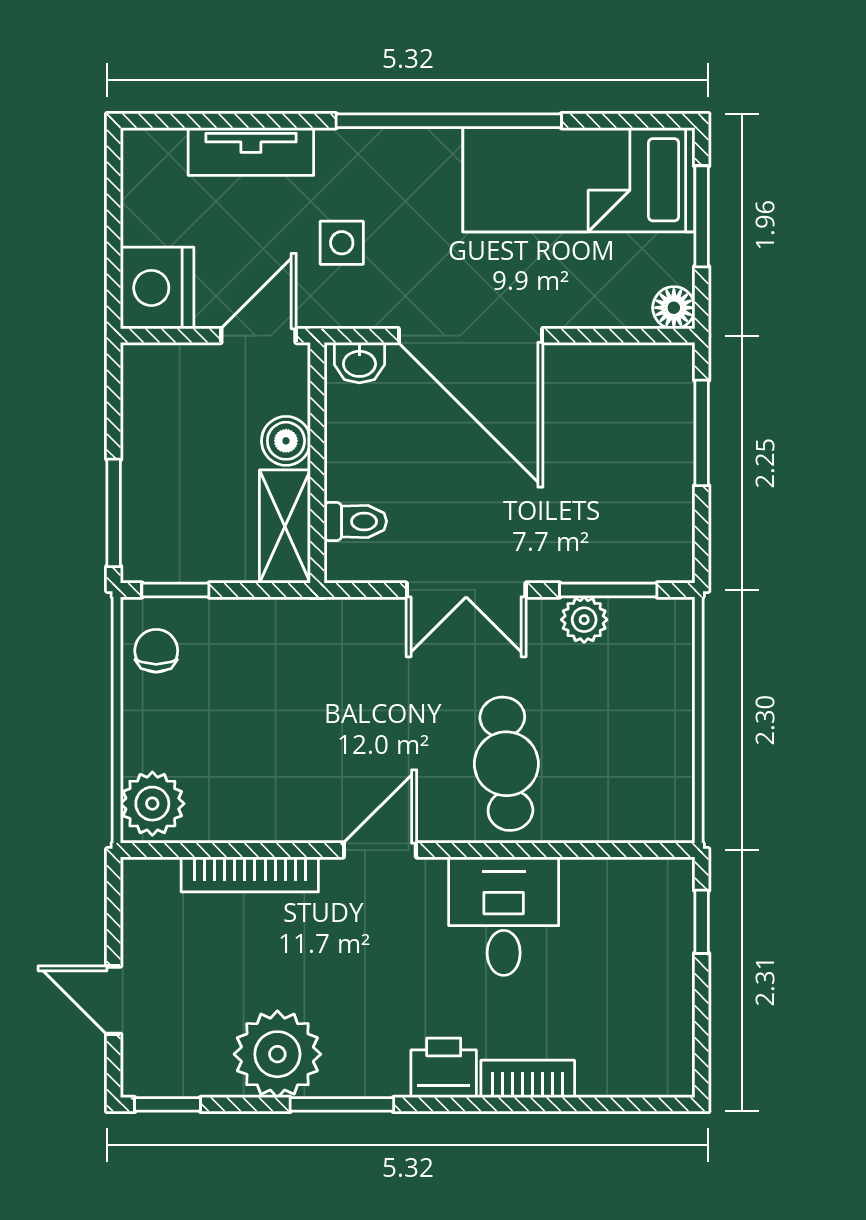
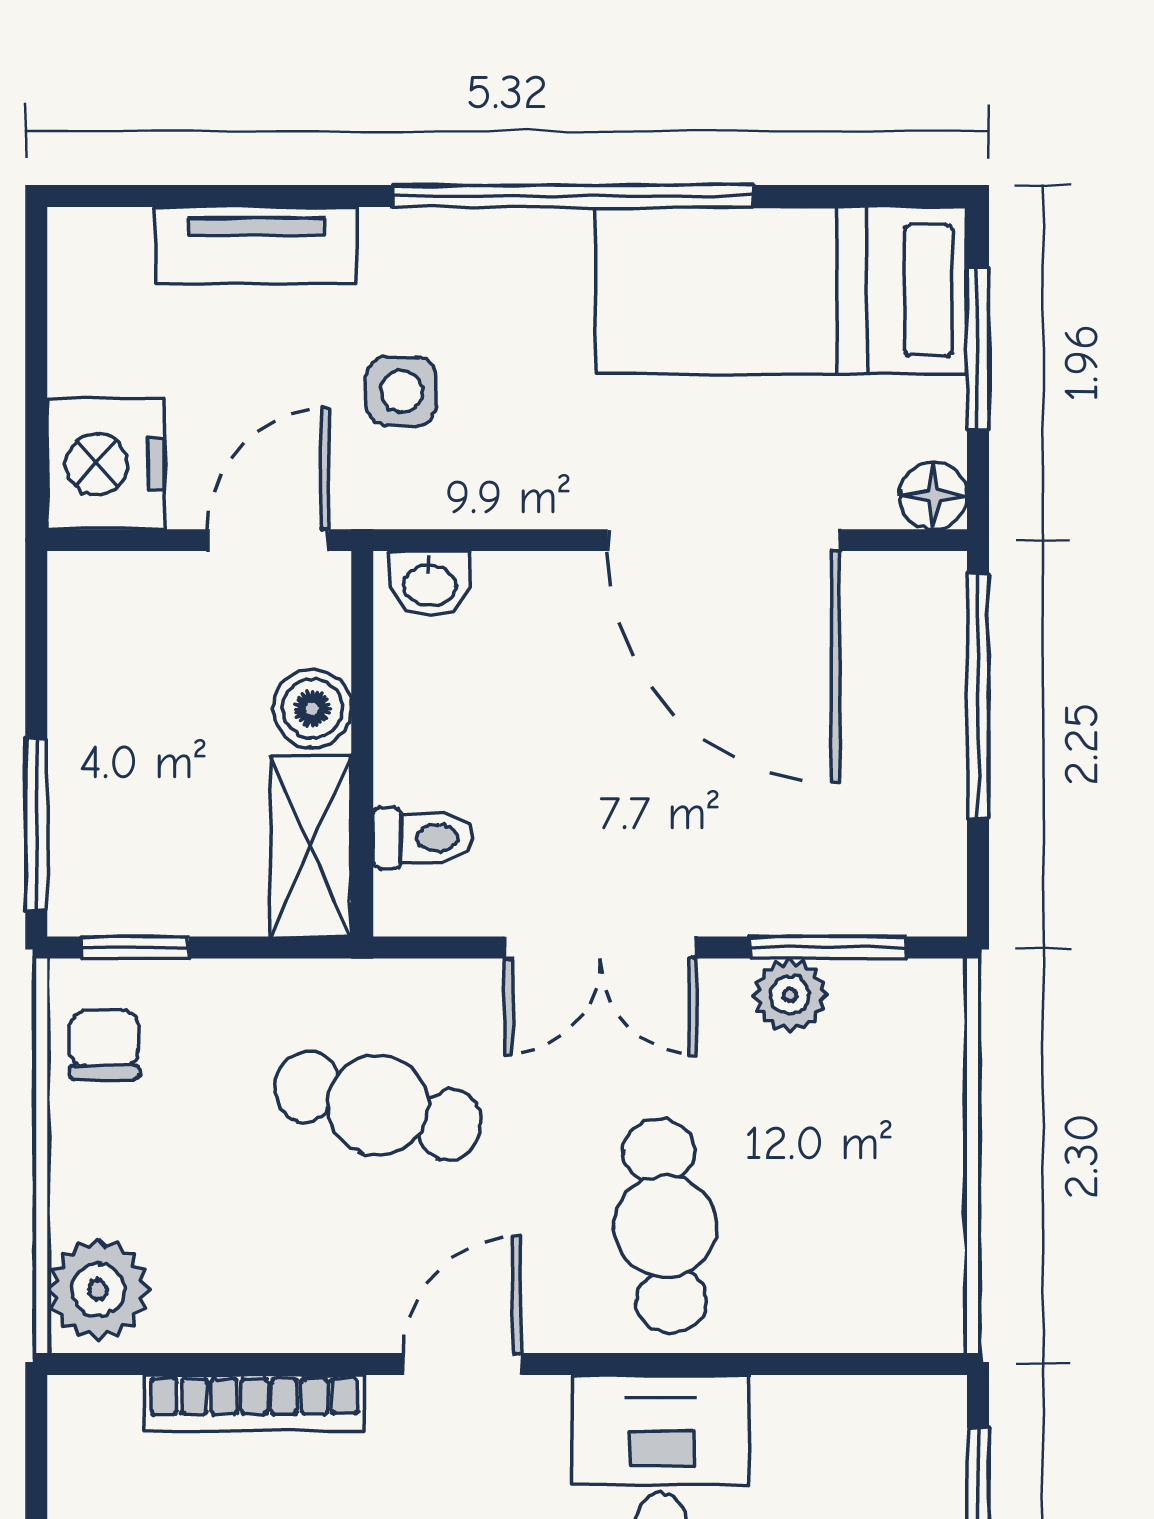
door: (470, 336) -> (723, 540), moved
window: (702, 433) -> (978, 696), width x1.44
cafe table: (327, 689) -> (378, 1106), added

